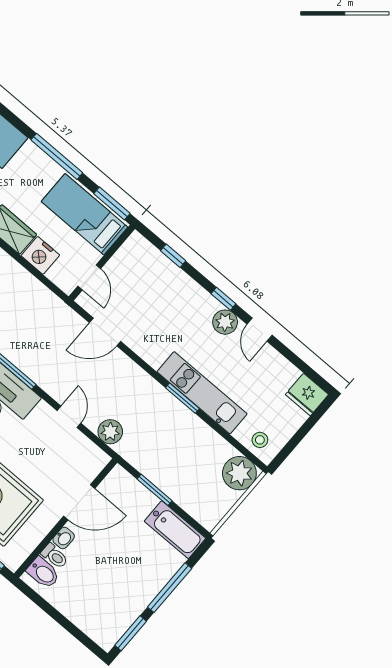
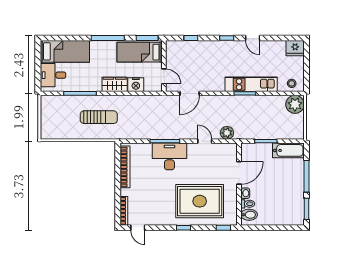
plant: (225, 322) -> (236, 47), removed

